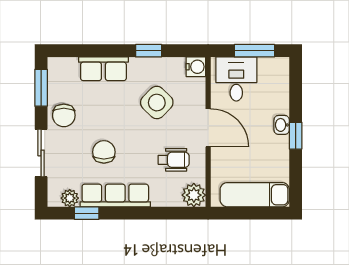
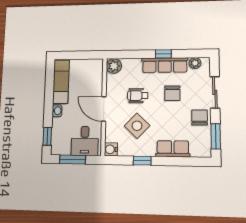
window: (296, 136) -> (47, 136), moved
wheelchair: (174, 160) -> (138, 96), moved
exam couch: (255, 195) -> (61, 82), moved, turned -90
window: (87, 213) -> (163, 54), moved

